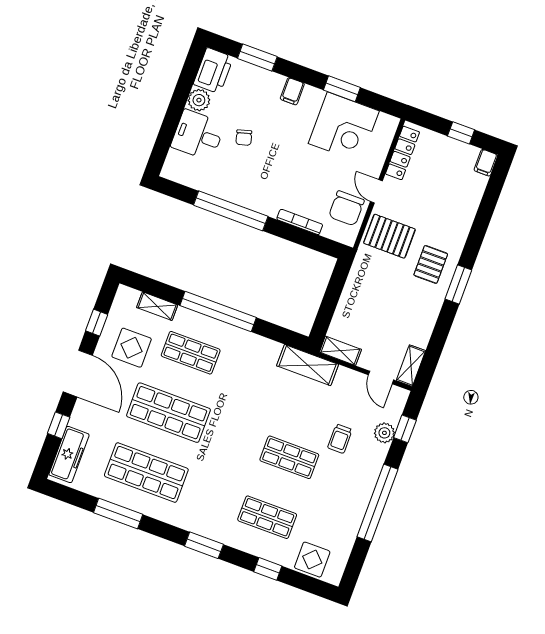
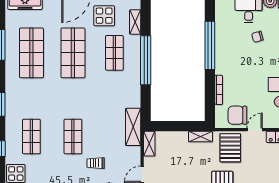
shelving: (357, 273) -> (200, 136), added

